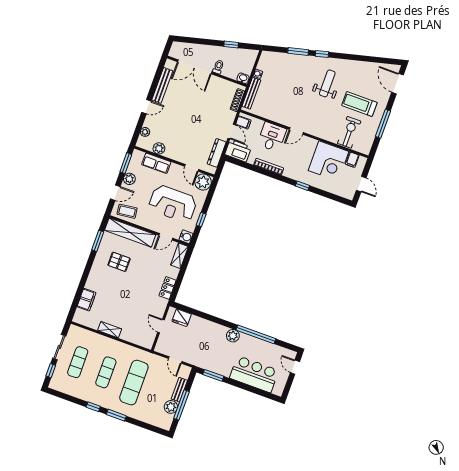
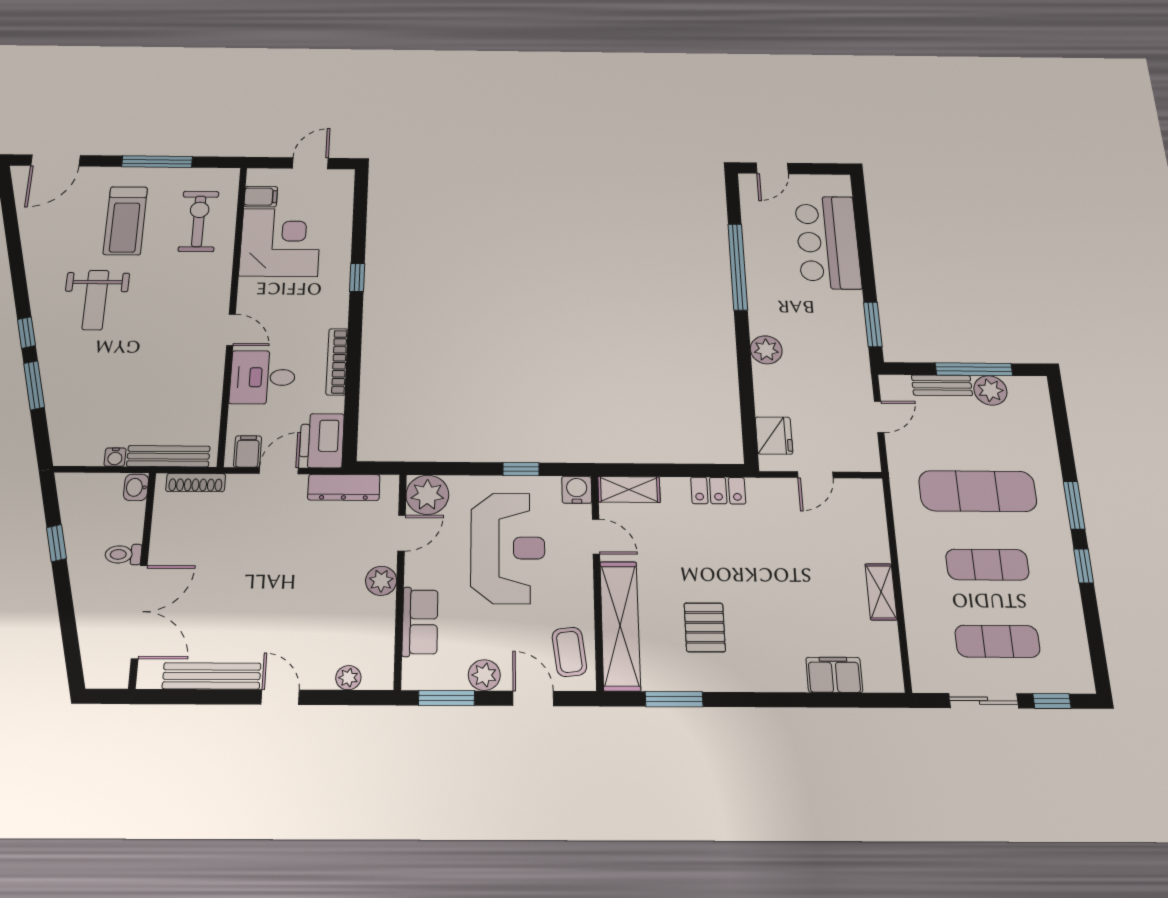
weight bench: (327, 83) -> (95, 300), turned -90
exercise bike: (349, 132) -> (199, 221), turned 90
plant: (159, 148) -> (381, 581), moved
plant: (233, 336) -> (766, 350), moved

